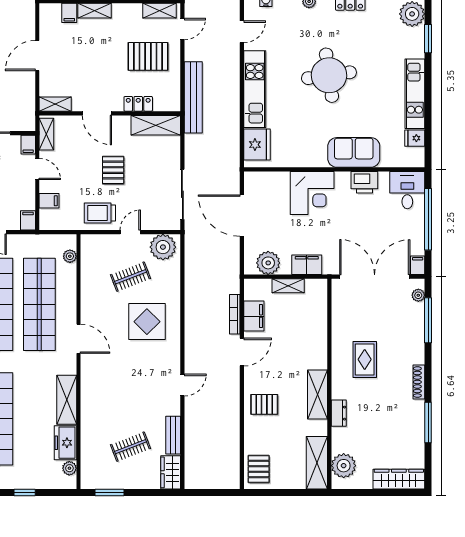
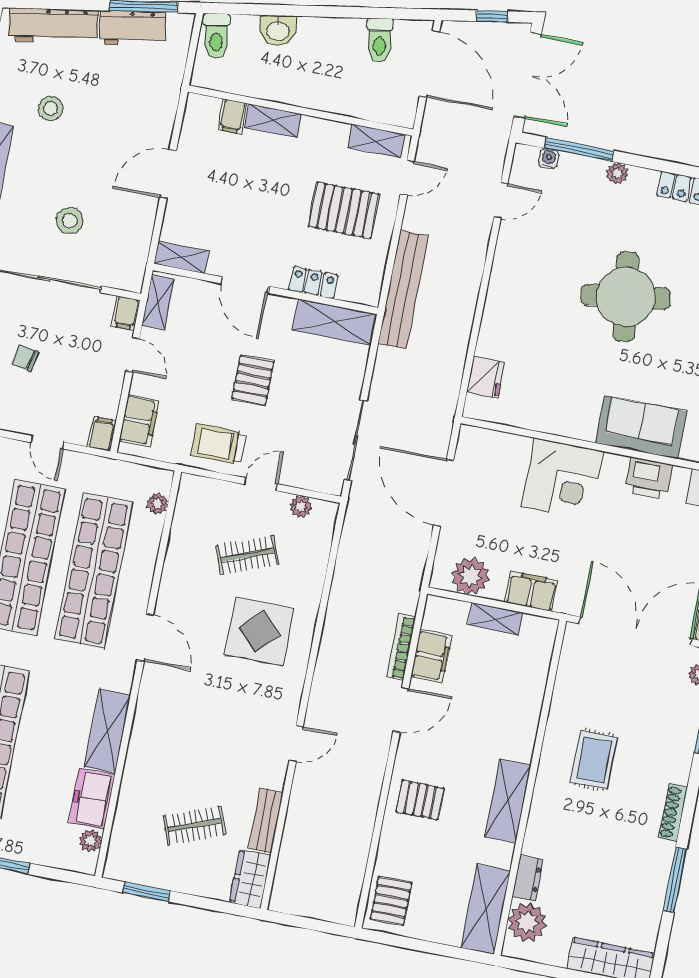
kitchen unit: (255, 89) -> (503, 296), removed
fridge: (257, 145) -> (486, 377), width x0.73, depth x0.75
filing cabinet: (49, 201) -> (139, 421), width x2.00
plant: (163, 247) -> (300, 507), width x0.53, depth x0.53
dresser: (339, 413) -> (528, 878), moved

